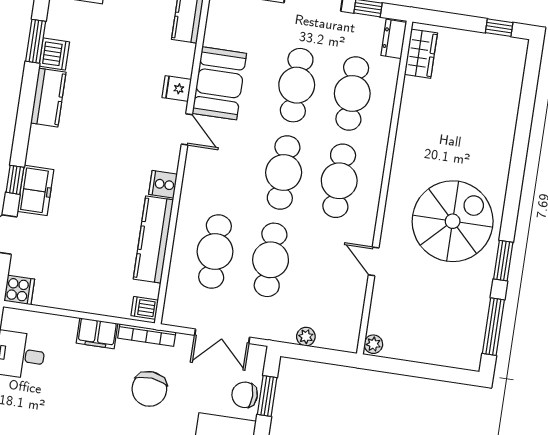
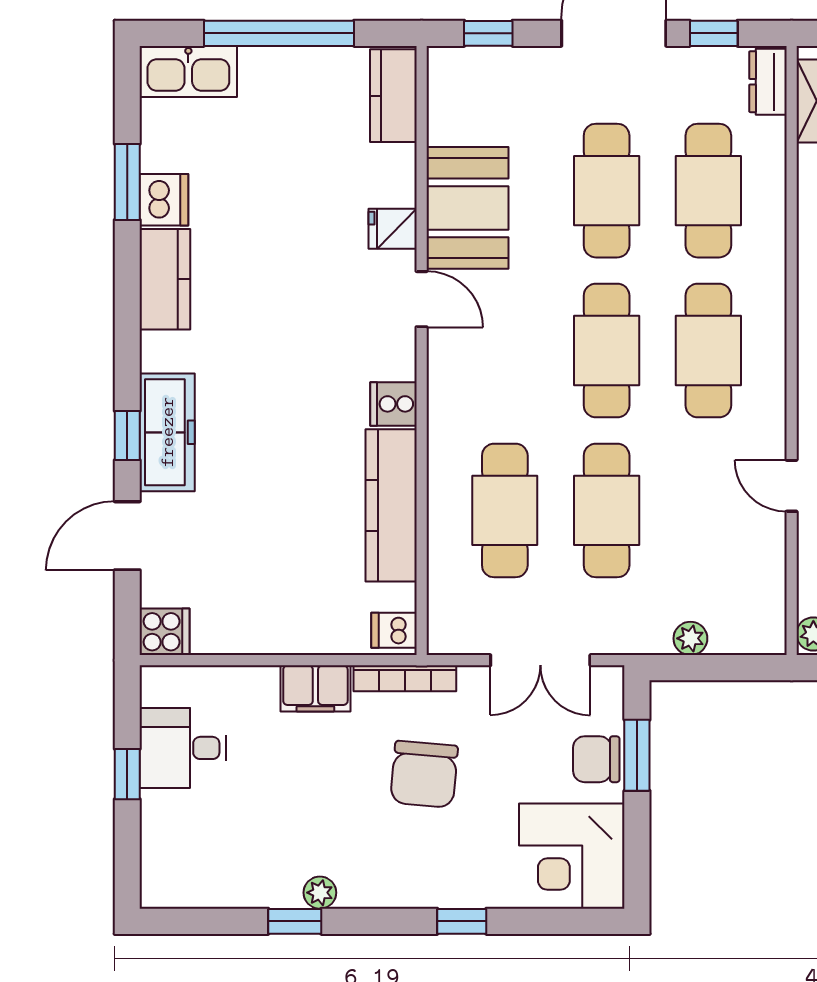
freezer: (36, 190) -> (167, 432), width x1.40

